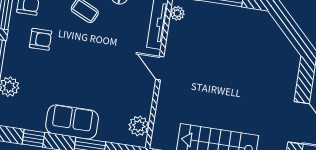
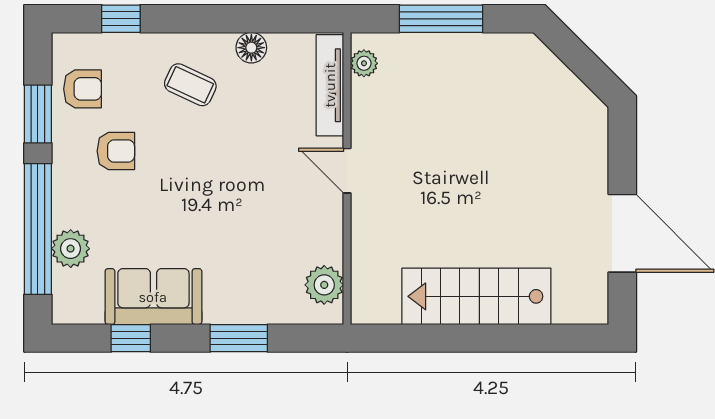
sofa: (72, 122) -> (153, 297), moved

